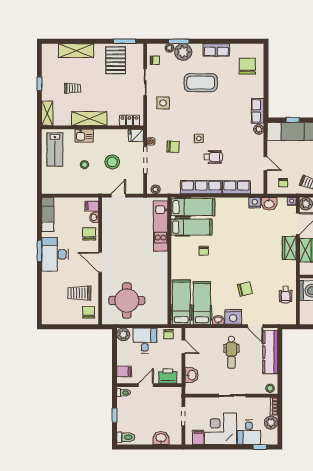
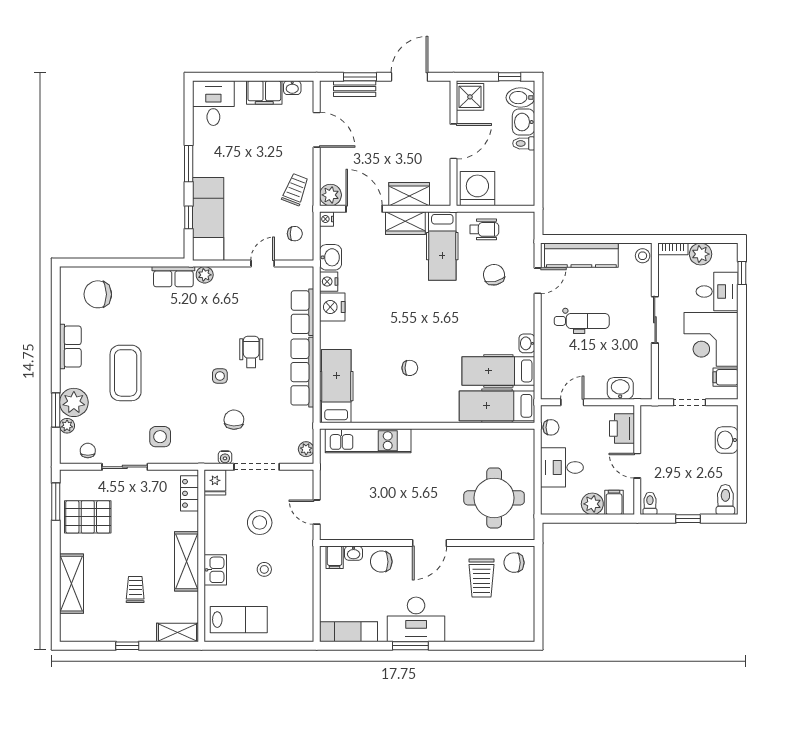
hospital bed: (192, 227) -> (442, 246), moved, turned 180
chair: (245, 289) -> (494, 275), moved
nightstand: (233, 317) -> (332, 307), moved, turned 180
plant: (123, 334) -> (592, 504), moved

